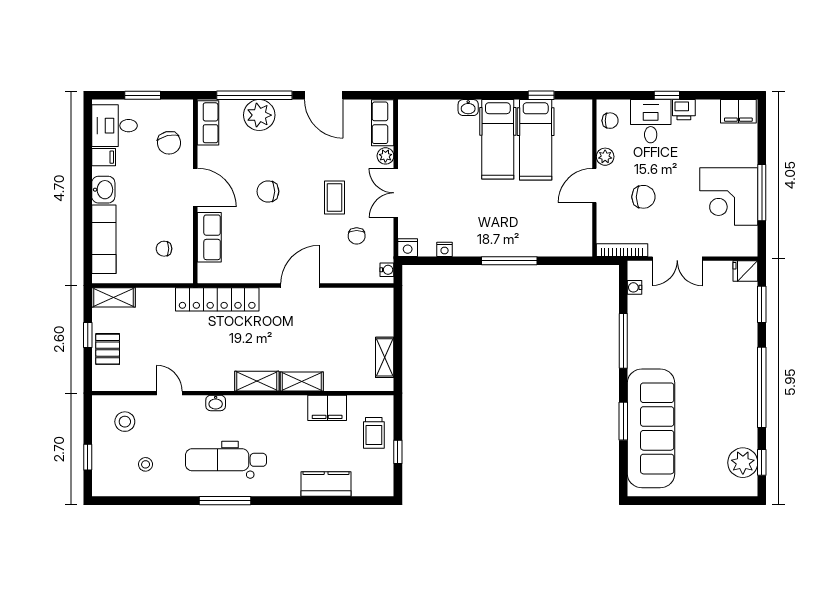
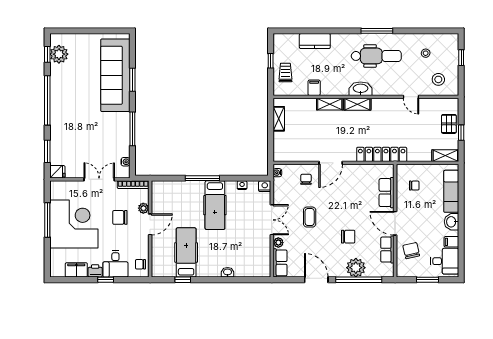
filing cabinet: (738, 111) -> (76, 270), moved
row of seats: (208, 123) -> (387, 250), moved
hospital bed: (498, 139) -> (215, 205), moved, turned 180
plant: (605, 157) -> (143, 208), moved
chair: (268, 191) -> (348, 237), moved
corner desk: (729, 197) -> (74, 224), width x1.36, depth x1.36
chair: (357, 236) -> (306, 179), moved
washbasin: (216, 403) -> (361, 89), moved, width x1.91, depth x1.45
filing cabinet: (327, 408) -> (314, 88), width x0.50

